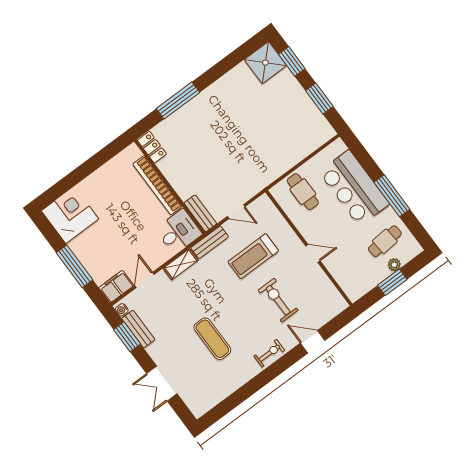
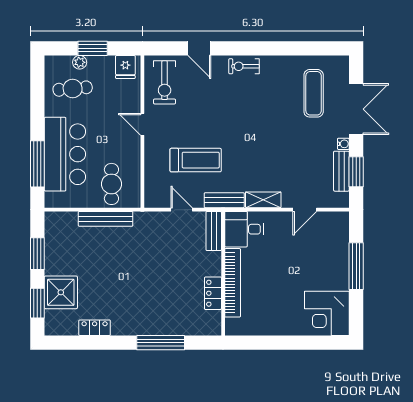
shower: (265, 63) -> (61, 292), moved
locker: (235, 75) -> (95, 328), added
locker: (152, 147) -> (213, 293), moved
bench: (288, 162) -> (106, 219), added
window: (392, 196) -> (37, 164), moved
filing cabinet: (116, 287) -> (333, 222), removed
fridge: (357, 287) -> (125, 67), added
exercise bike: (278, 300) -> (165, 82), moved
water cooler: (122, 310) -> (343, 144), moved
exercise mat: (212, 339) -> (314, 93), moved
double door: (162, 384) -> (356, 109), width x1.37

